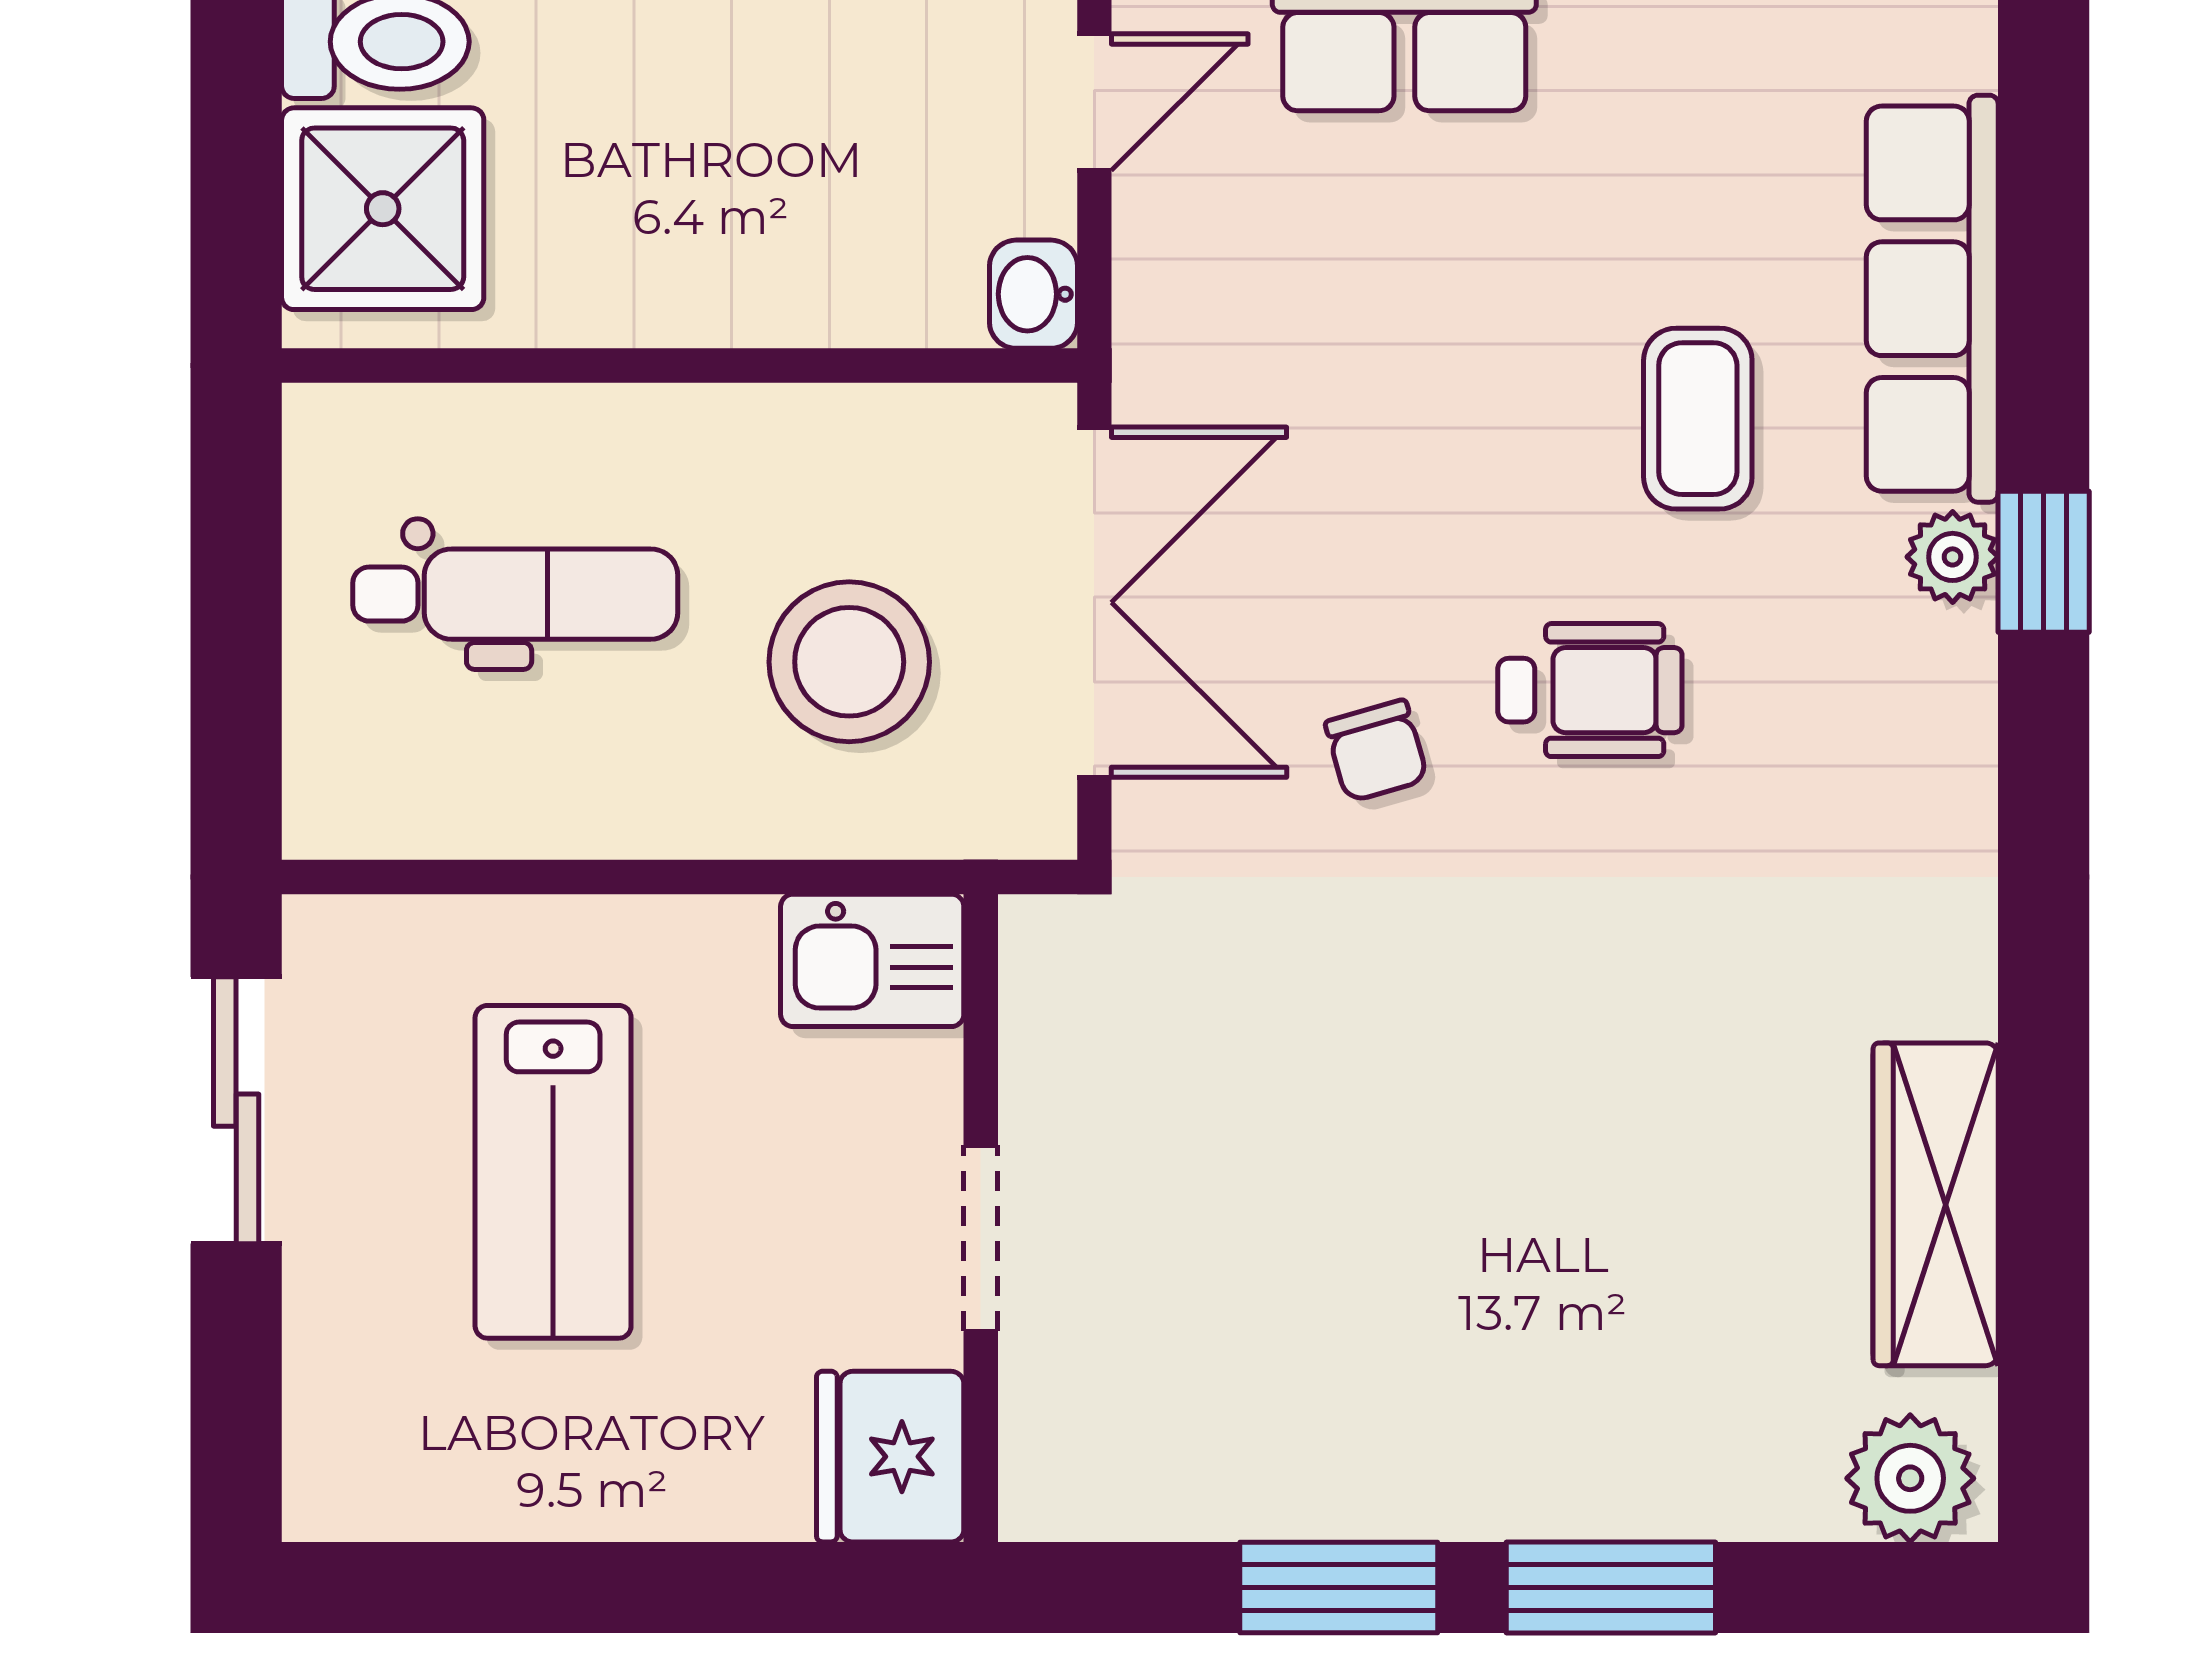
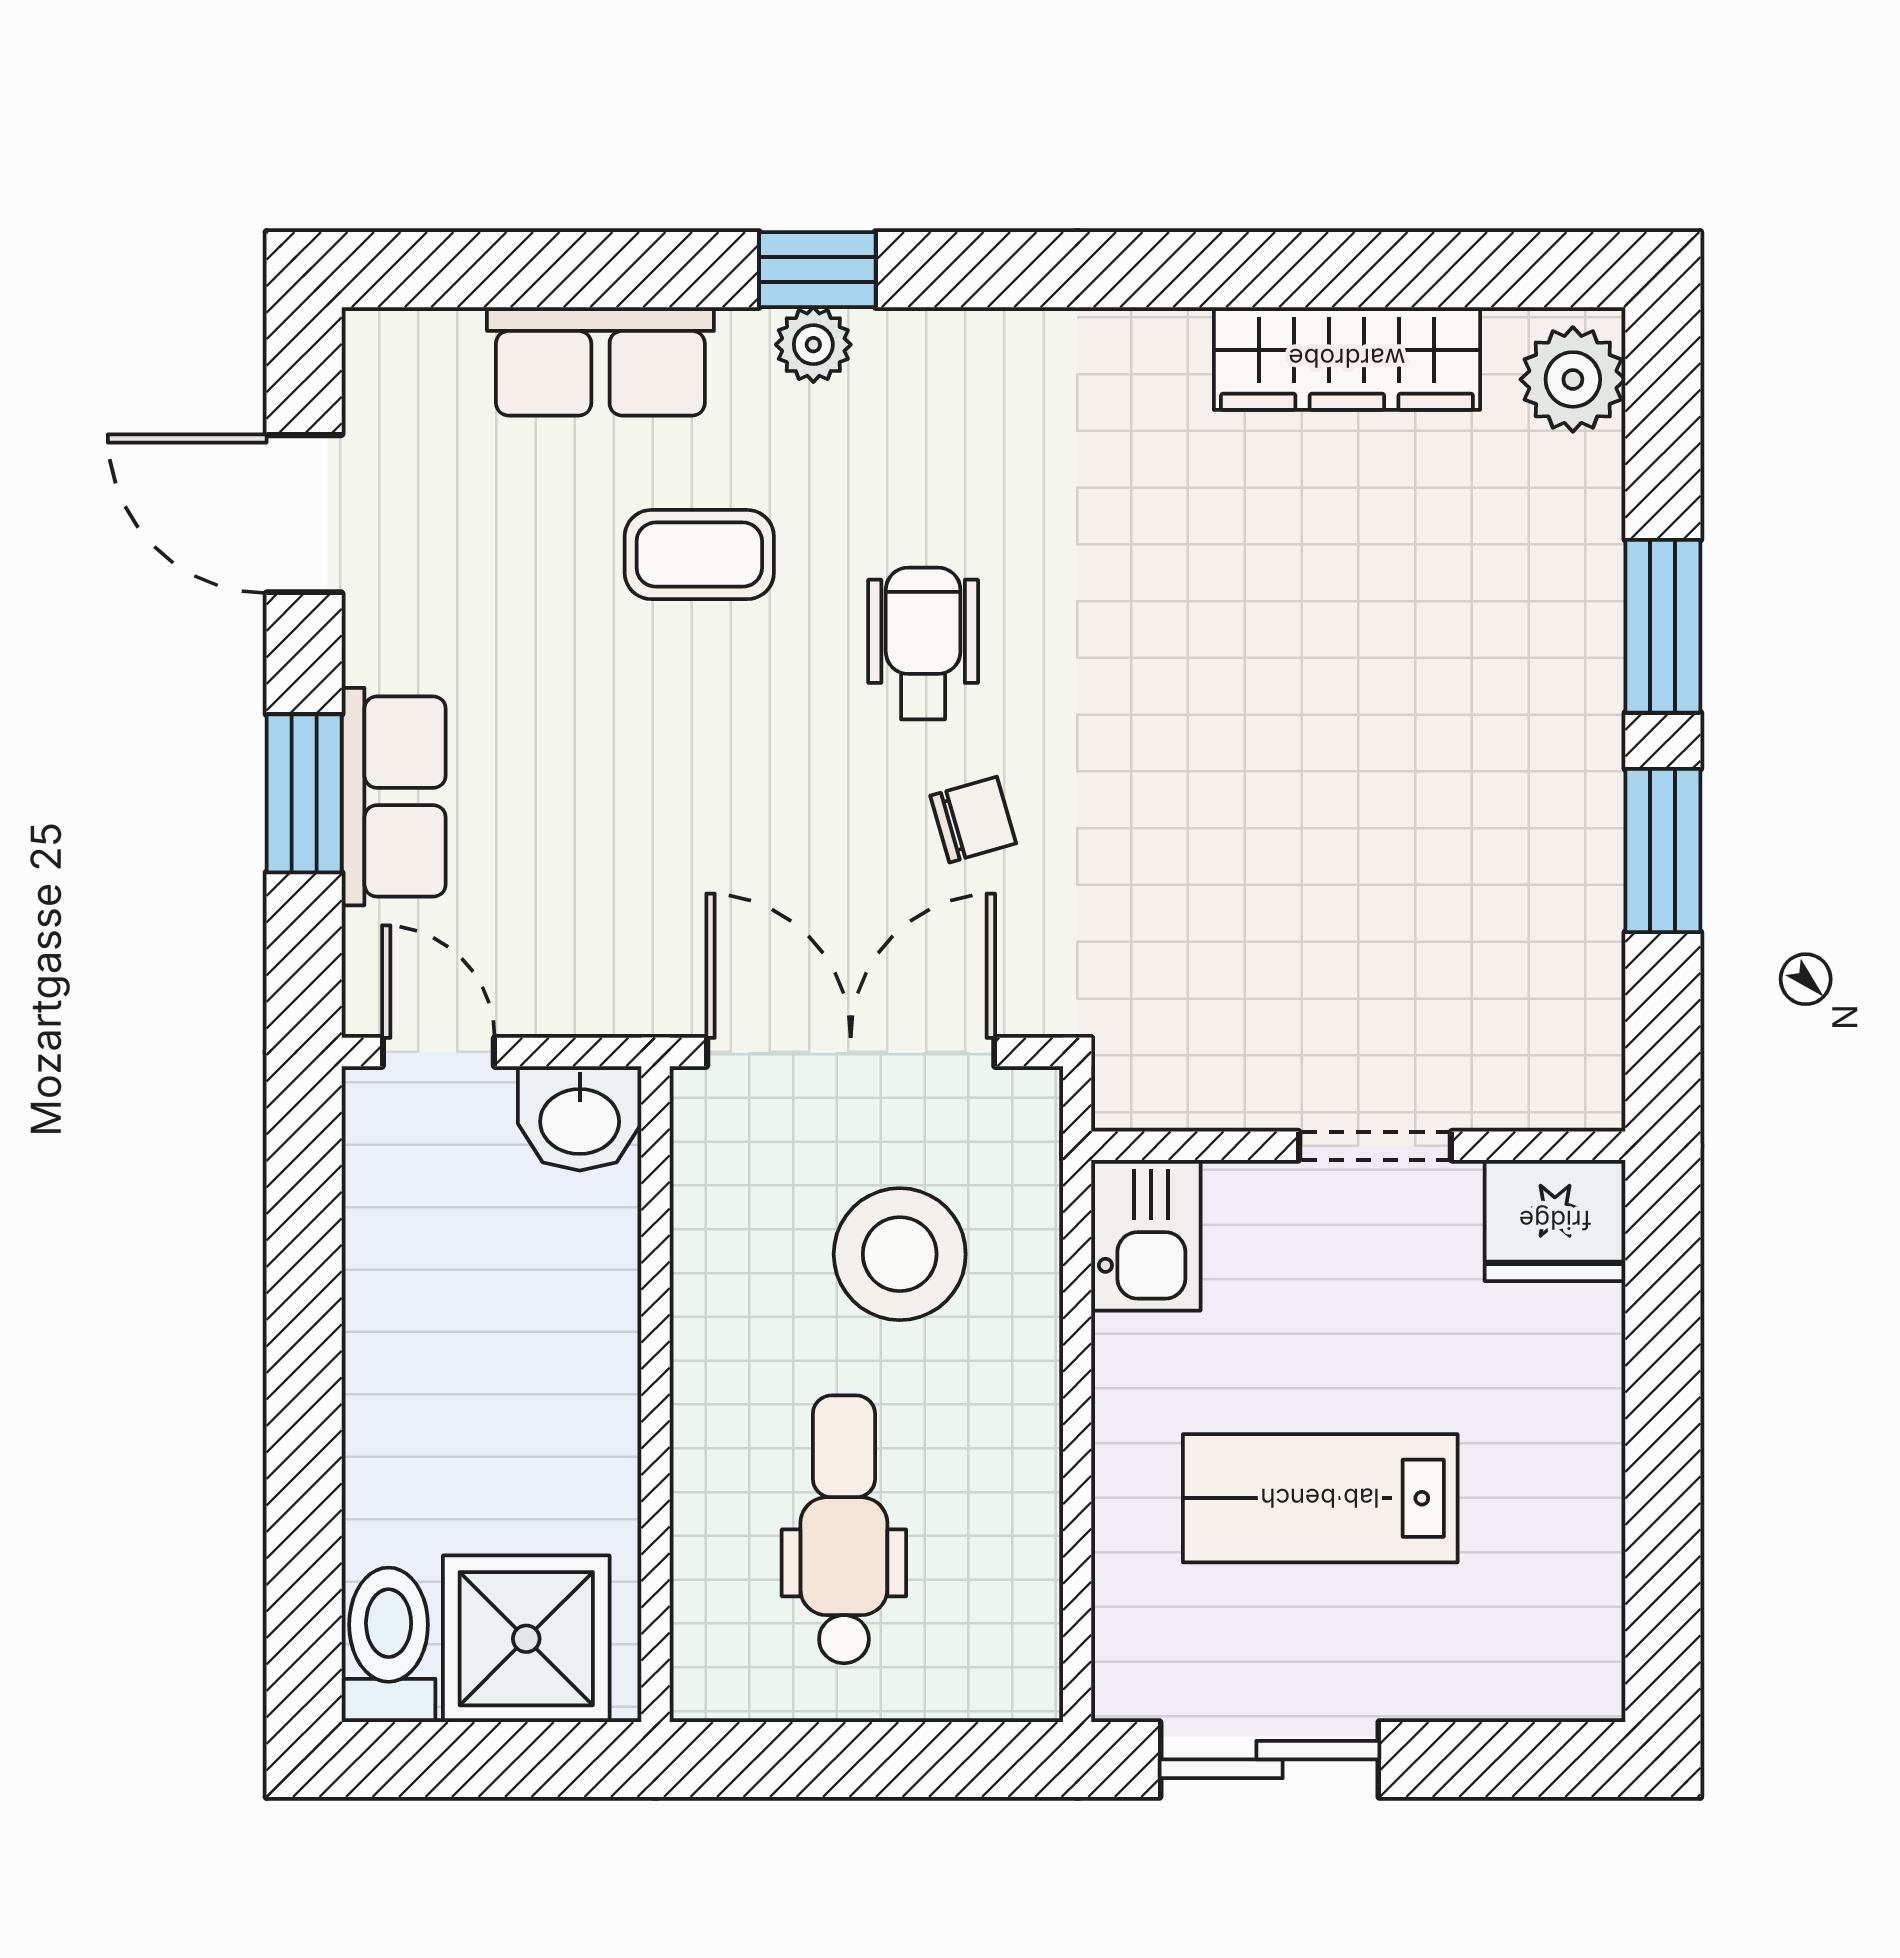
washbasin: (1033, 294) -> (580, 1118), width x1.38, depth x1.45
row of seats: (1932, 299) -> (600, 361), width x0.68
lab bench: (553, 1172) -> (1320, 1498), turned 180

